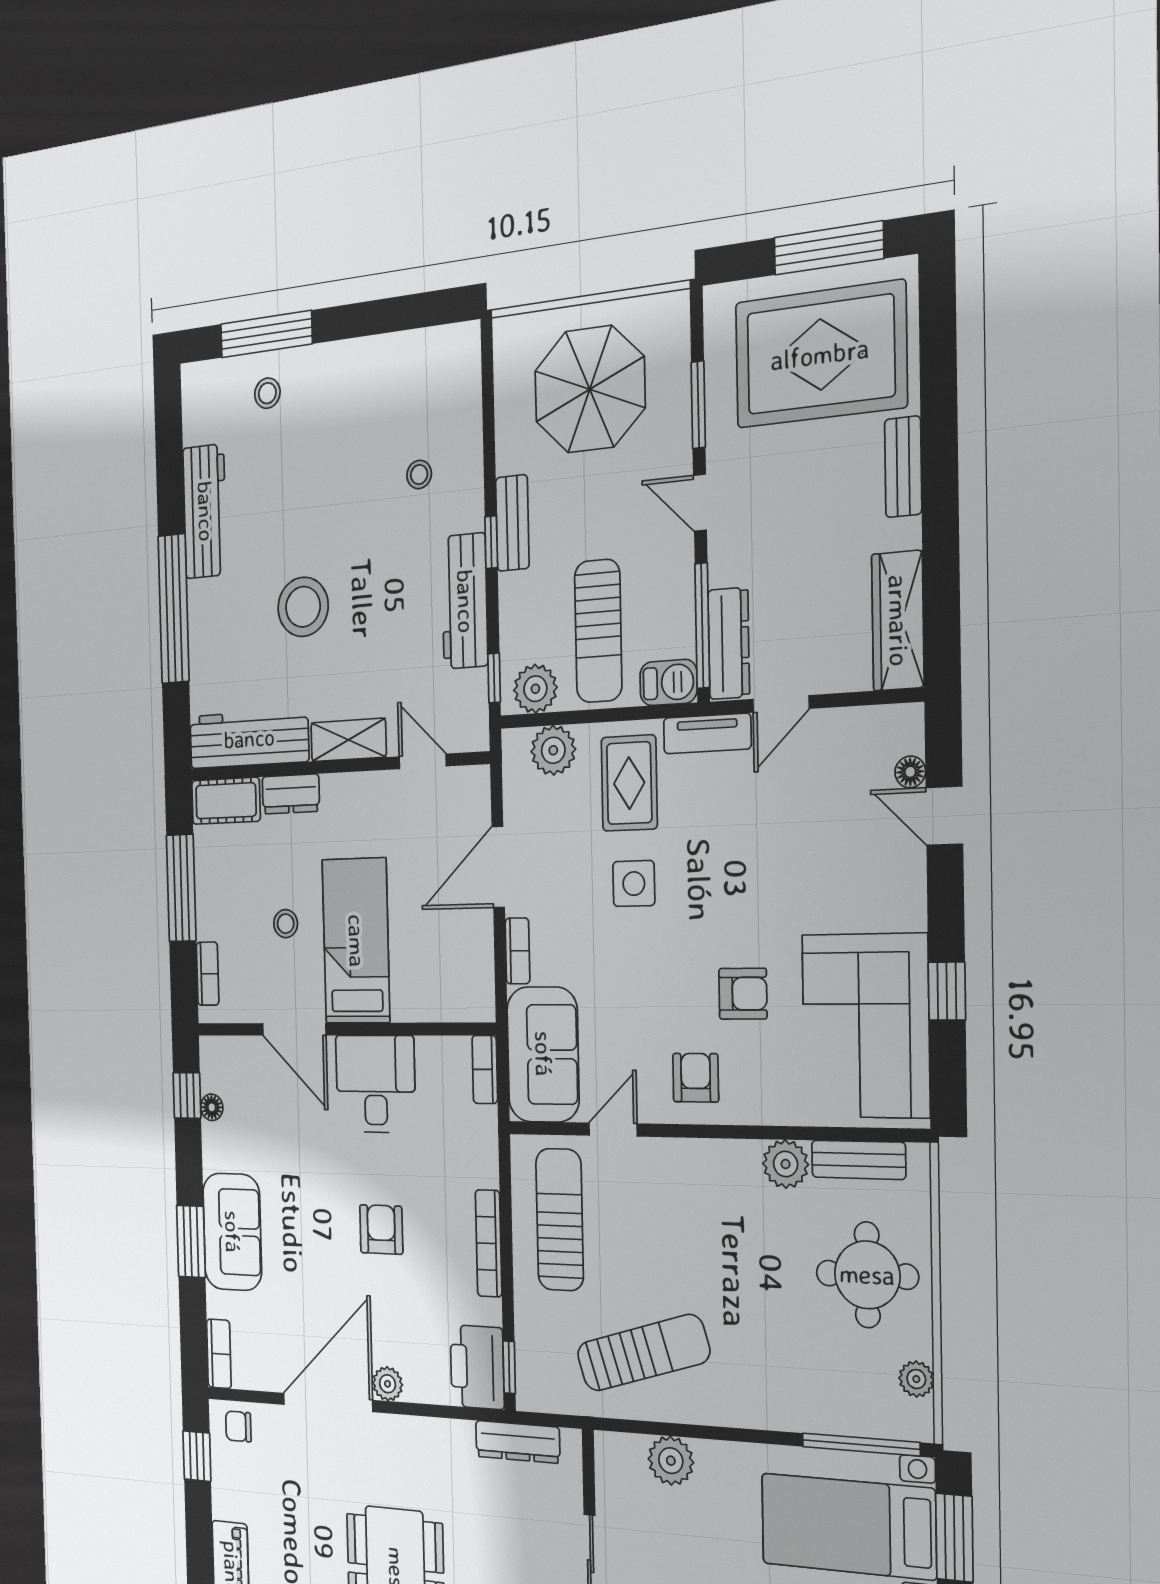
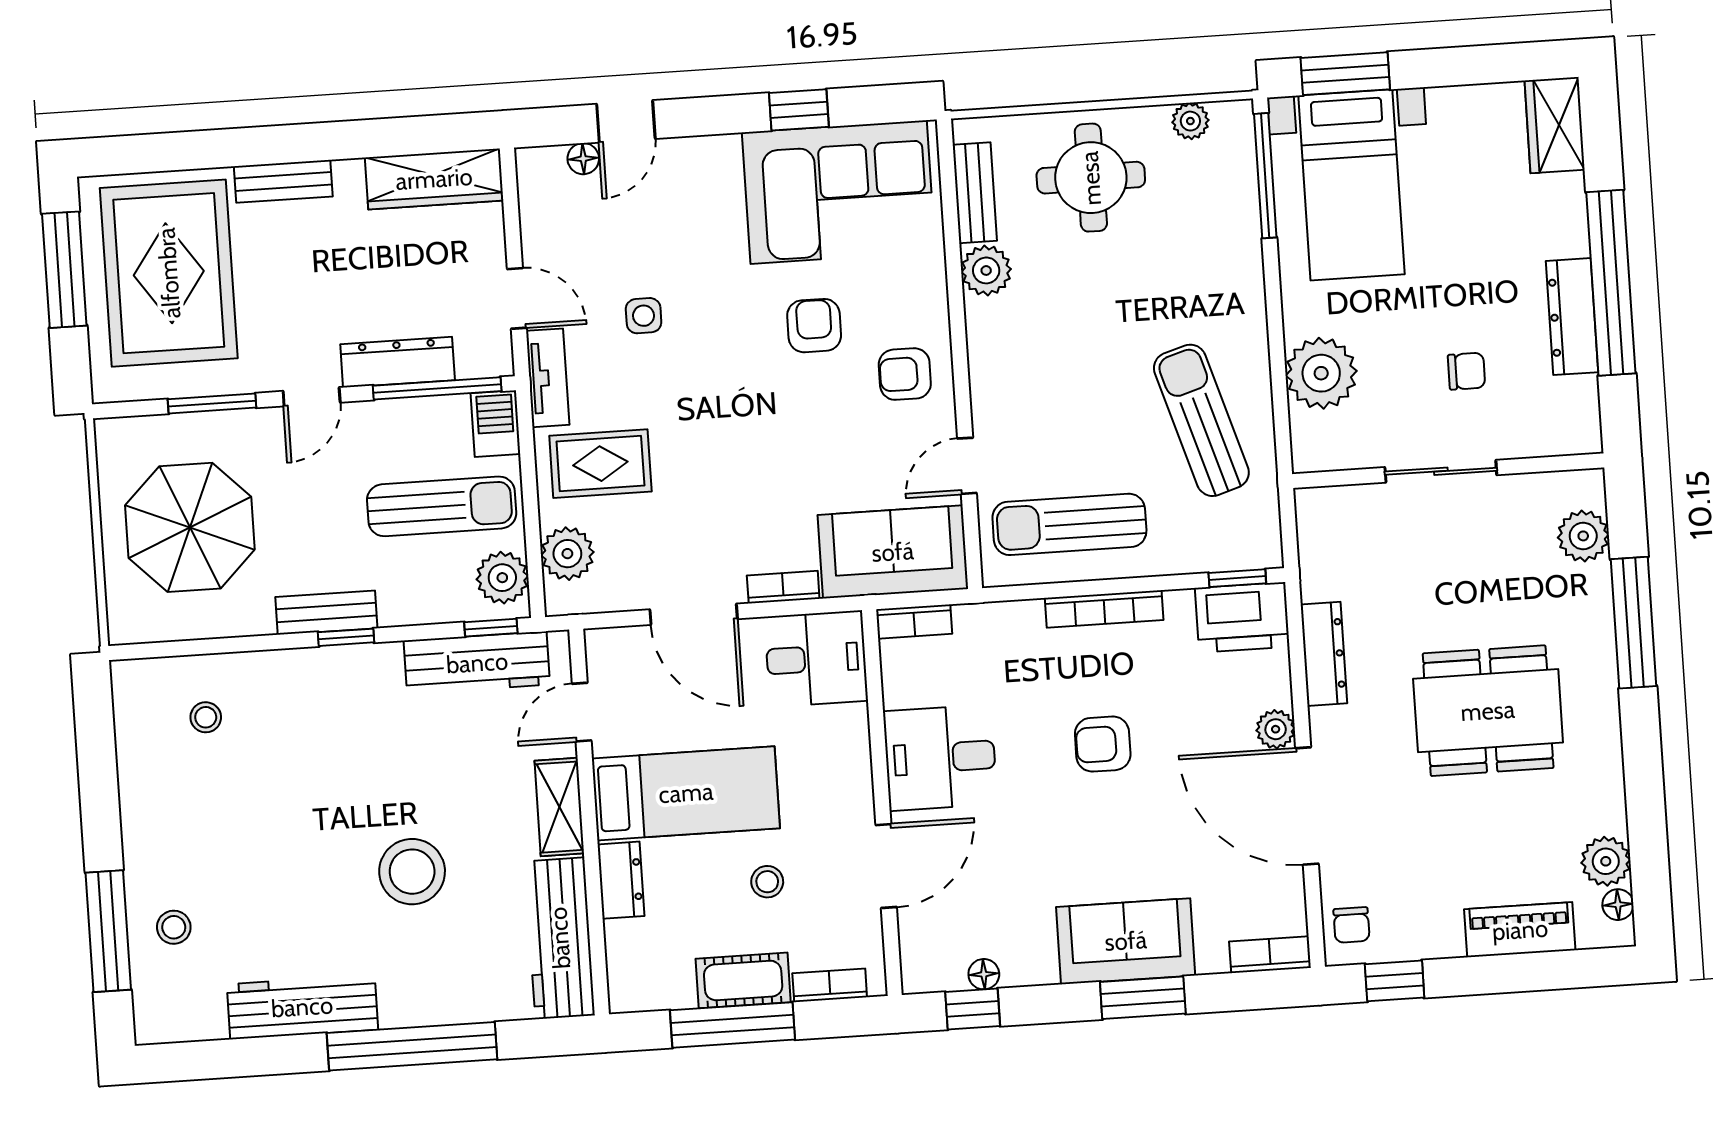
stool: (419, 475) -> (206, 717), moved
workbench: (465, 601) -> (477, 663), moved
dresser: (729, 643) -> (398, 362), moved
cot: (226, 801) -> (743, 980), moved, turned 90
side table: (634, 884) -> (644, 316), moved, width x0.73, depth x0.73
bed: (356, 941) -> (686, 793), moved, turned 180
desk: (458, 978) -> (816, 659), added
door: (613, 1130) -> (967, 466), hinge flipped
dresser: (518, 1442) -> (1324, 654), moved
plant: (671, 1461) -> (1321, 373), width x1.36, depth x1.36

